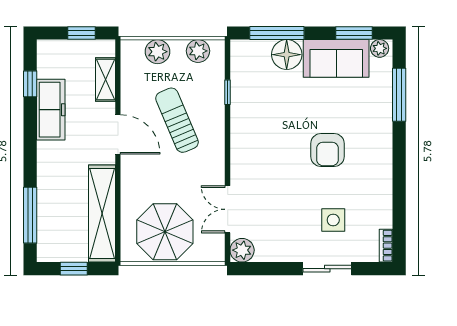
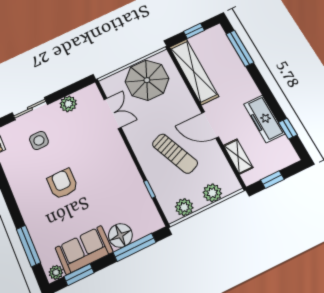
plant: (242, 250) -> (68, 104), moved

